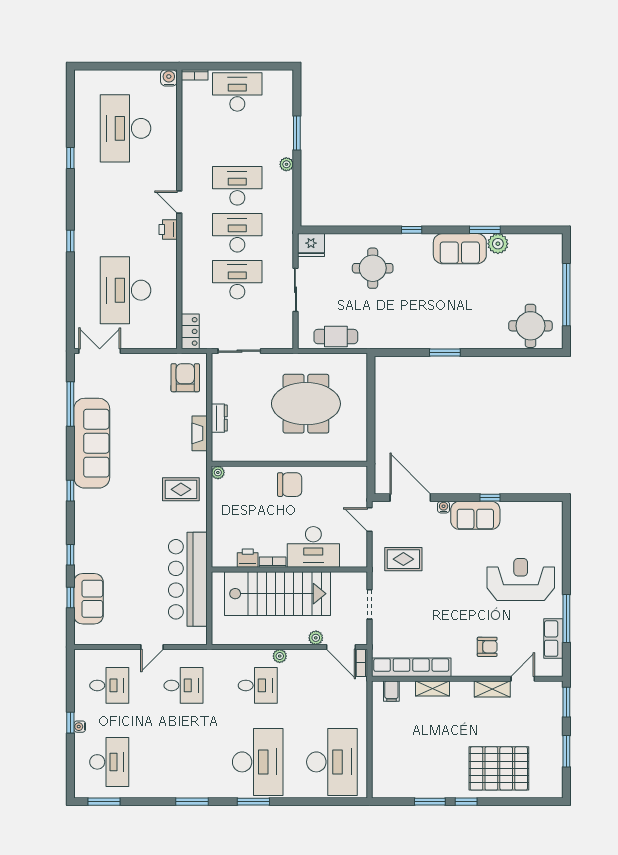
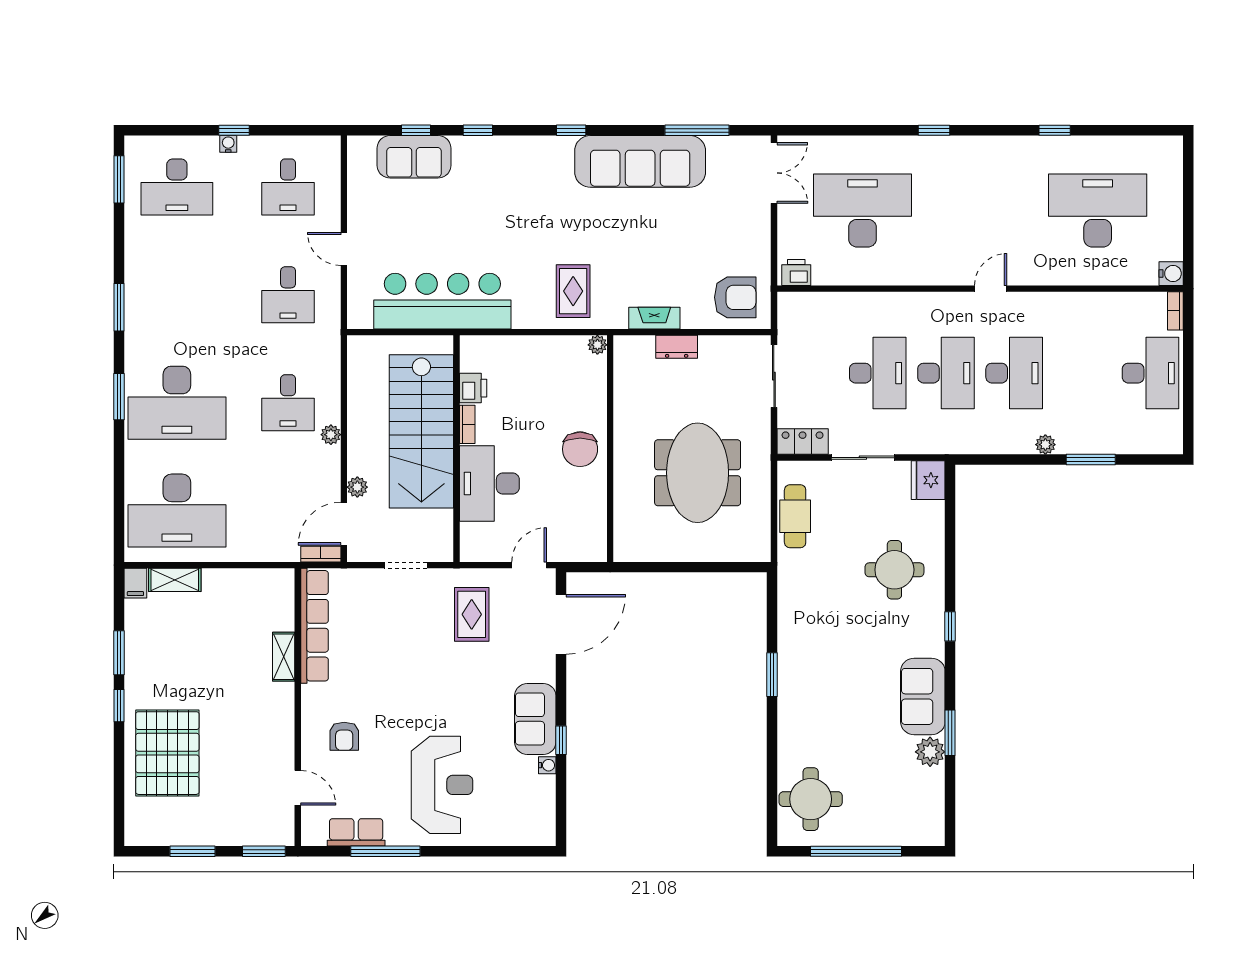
printer: (168, 229) -> (796, 272), moved
locker: (190, 331) -> (803, 442), moved, turned 180
water cooler: (444, 507) -> (547, 765), moved
shelving: (492, 689) -> (175, 580), moved, turned 90
filing cabinet: (391, 691) -> (135, 583), moved, turned -90

